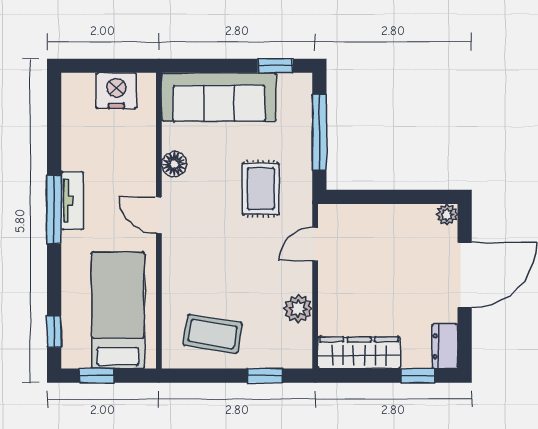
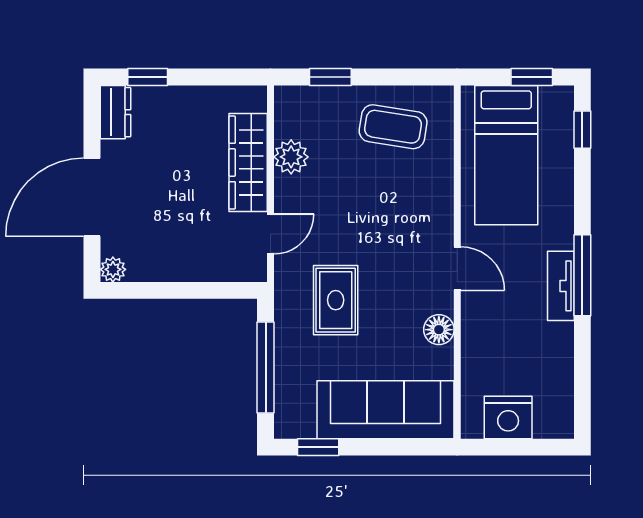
wardrobe: (359, 353) -> (248, 163), moved, turned 90

